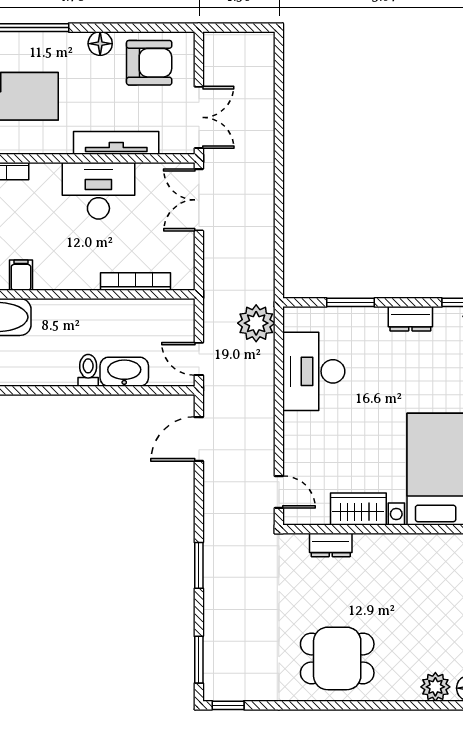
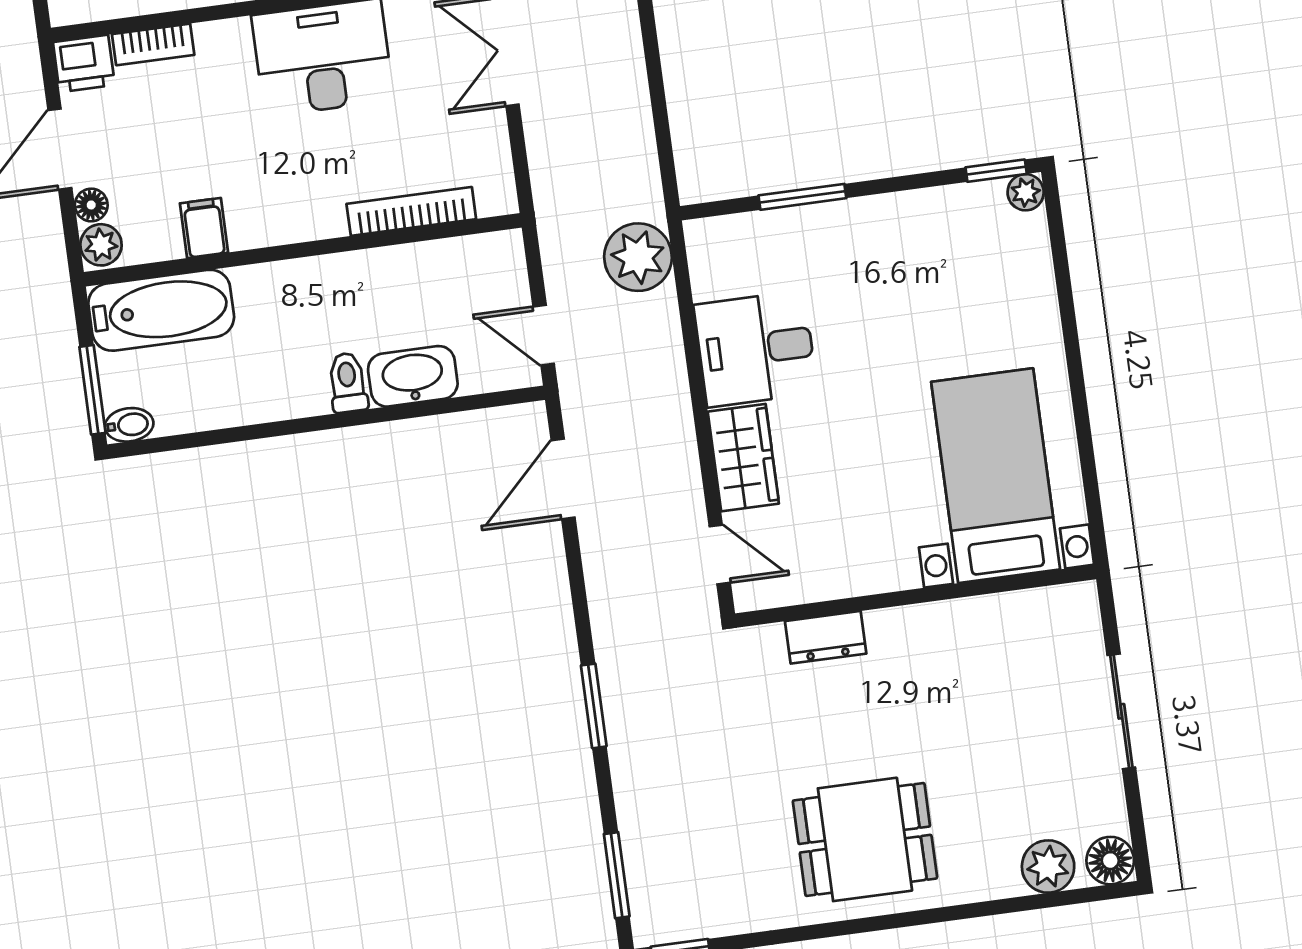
dresser: (410, 319) -> (914, 212), removed
desk: (314, 371) -> (756, 349), width x0.73
wardrobe: (358, 509) -> (743, 458), moved, turned 90

